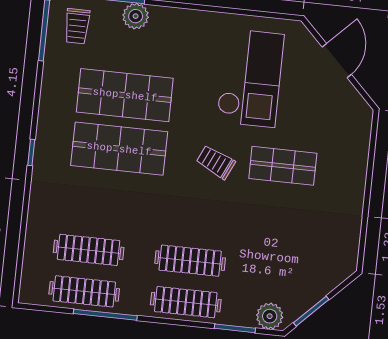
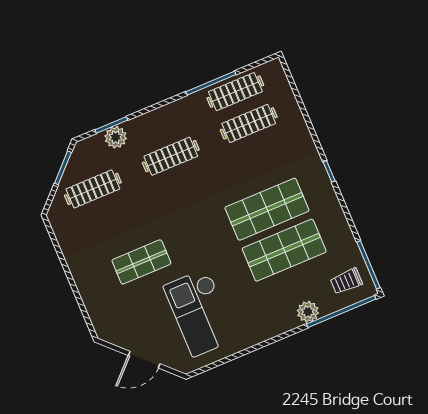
trolley: (77, 26) -> (346, 281), turned -90
door: (337, 61) -> (144, 360), hinge flipped
trolley: (216, 162) -> (191, 238), removed
clothes rail: (186, 302) -> (93, 189), moved
plant: (270, 316) -> (116, 137), moved

